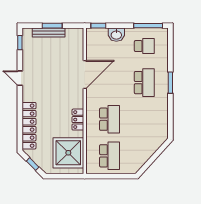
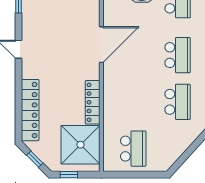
school desk: (110, 119) -> (178, 102), moved
locker: (78, 120) -> (93, 102), width x1.53
window: (59, 176) -> (69, 175), added

